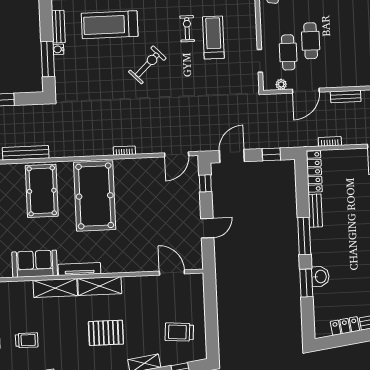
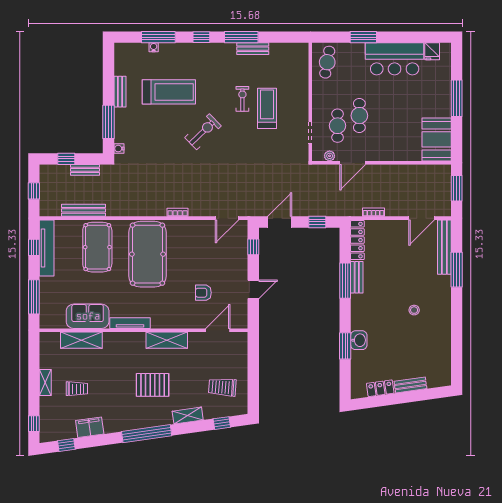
treadmill: (110, 25) -> (169, 92), turned 180
water cooler: (58, 49) -> (119, 149), moved
bench: (346, 96) -> (85, 170), moved
armchair: (155, 234) -> (203, 293), added
window: (304, 236) -> (345, 281), moved
door: (172, 272) -> (218, 330), hinge flipped
shelving: (100, 286) -> (167, 340), moved
shelving: (55, 288) -> (81, 340), moved

